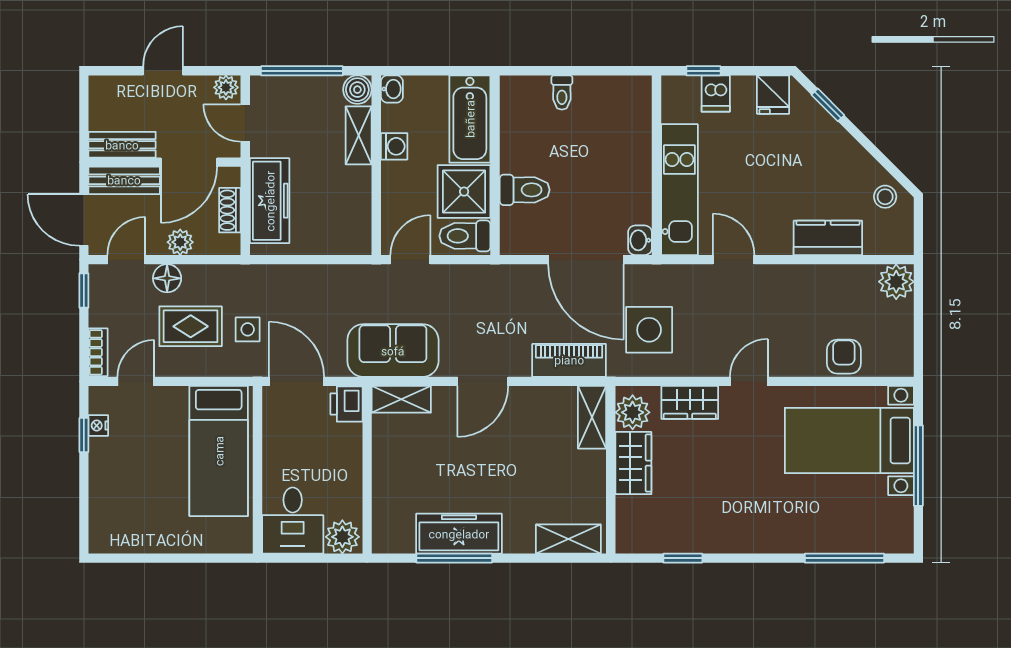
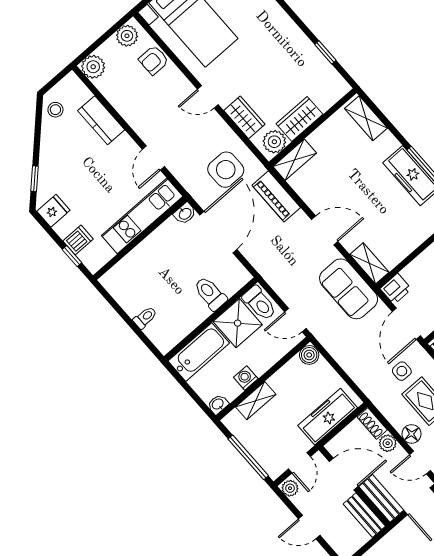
boiler: (357, 90) -> (309, 355), moved
shoe rack: (230, 210) -> (372, 423), moved, turned 90
plant: (898, 350) -> (127, 36), added

